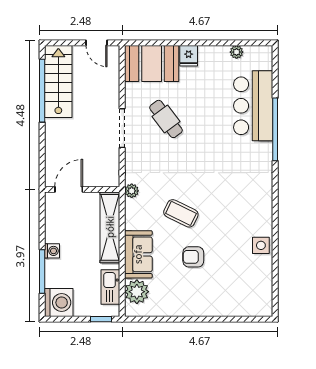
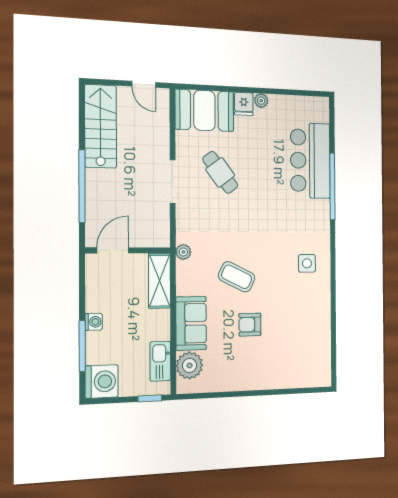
plant: (237, 52) -> (261, 101), moved
window: (42, 91) -> (82, 186), moved
shelving: (110, 227) -> (159, 281), width x0.68
side table: (261, 245) -> (307, 263), moved

